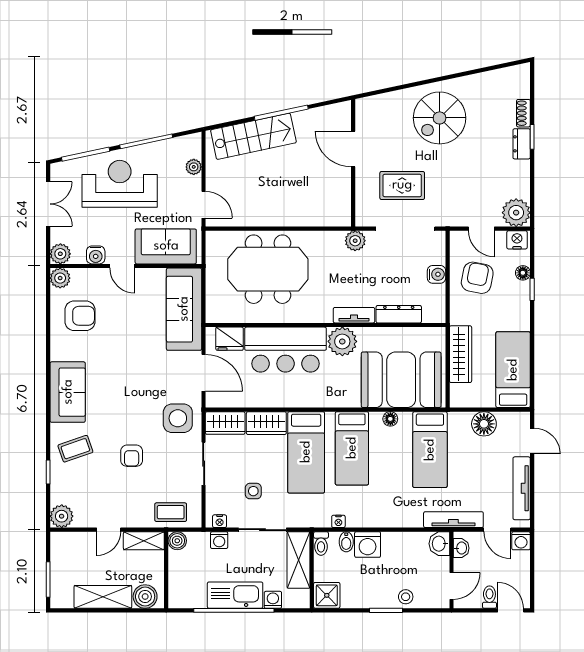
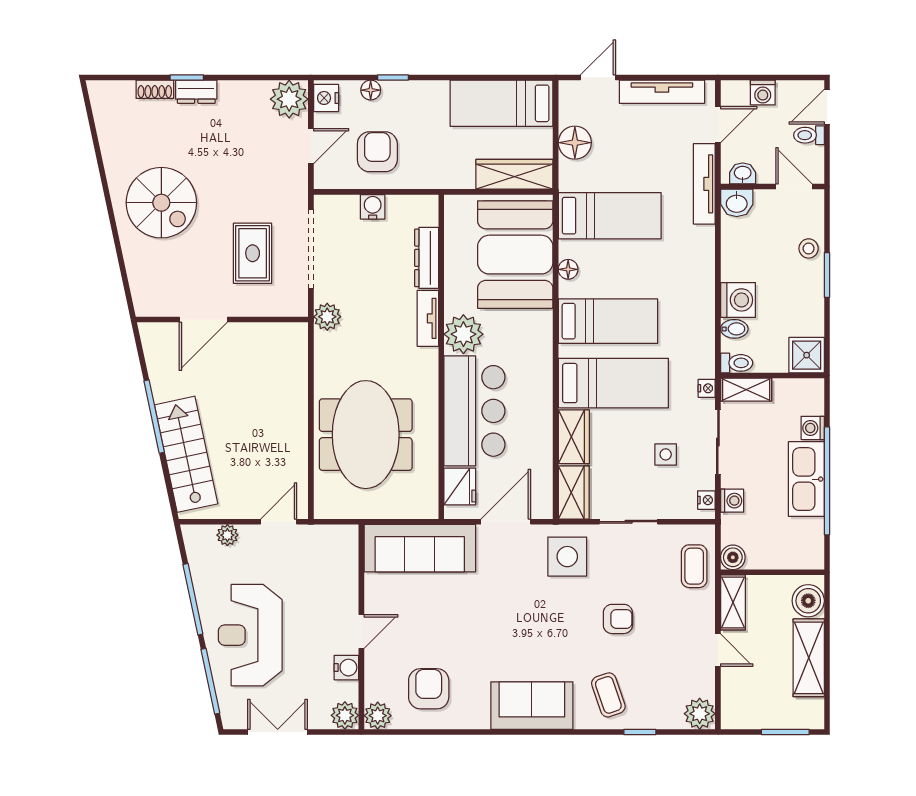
sofa: (166, 246) -> (335, 573), removed
armchair: (477, 278) -> (377, 152), turned 79
wardrobe: (461, 354) -> (514, 174), moved
nightstand: (338, 521) -> (707, 388), moved
washing machine: (521, 541) -> (763, 93), moved, turned 90
shelving: (298, 560) -> (746, 390), width x0.67, depth x0.75

